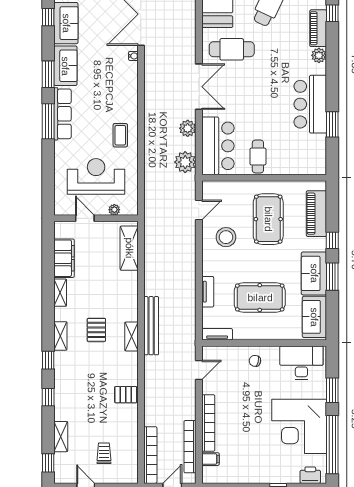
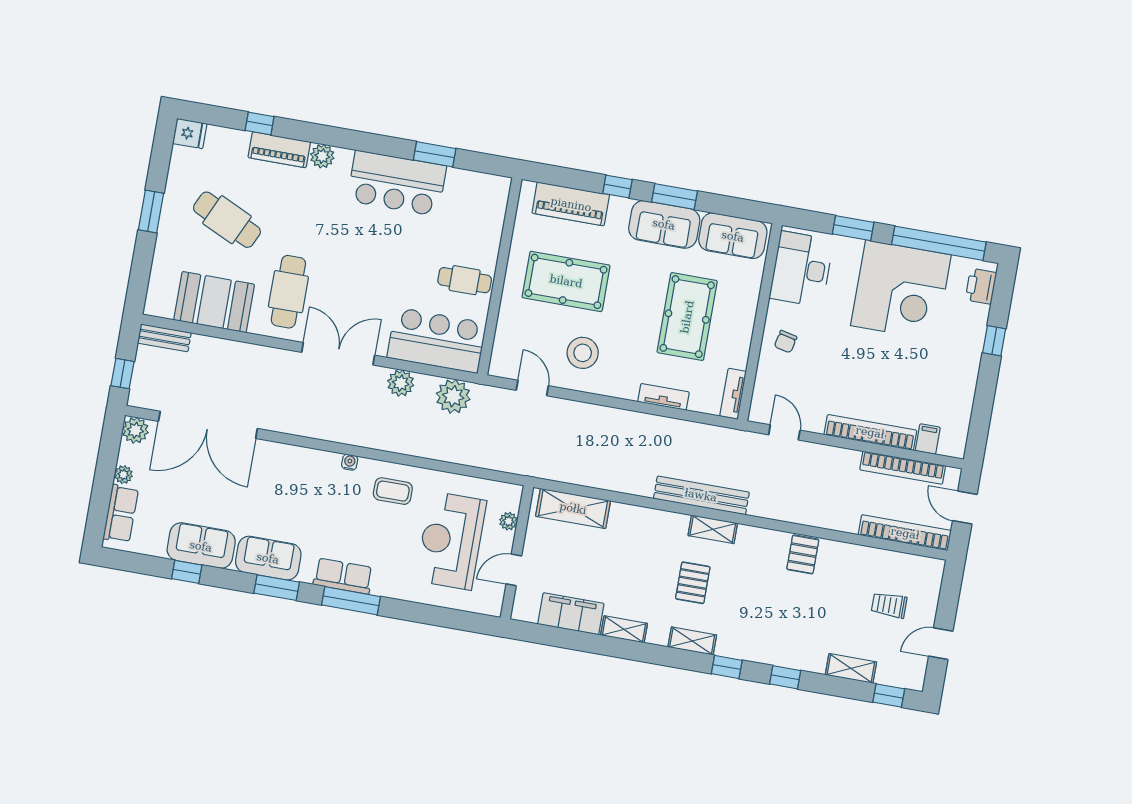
water cooler: (133, 56) -> (350, 462), moved
row of seats: (62, 114) -> (343, 576), width x0.68
pallet: (96, 330) -> (693, 583), turned 90

